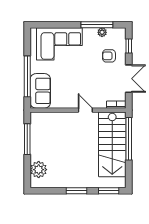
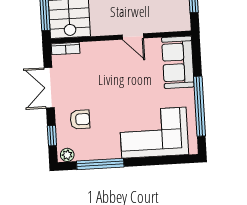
plant: (102, 32) -> (67, 155), moved
window: (27, 76) -> (199, 106), moved
door: (85, 110) -> (133, 37), moved

